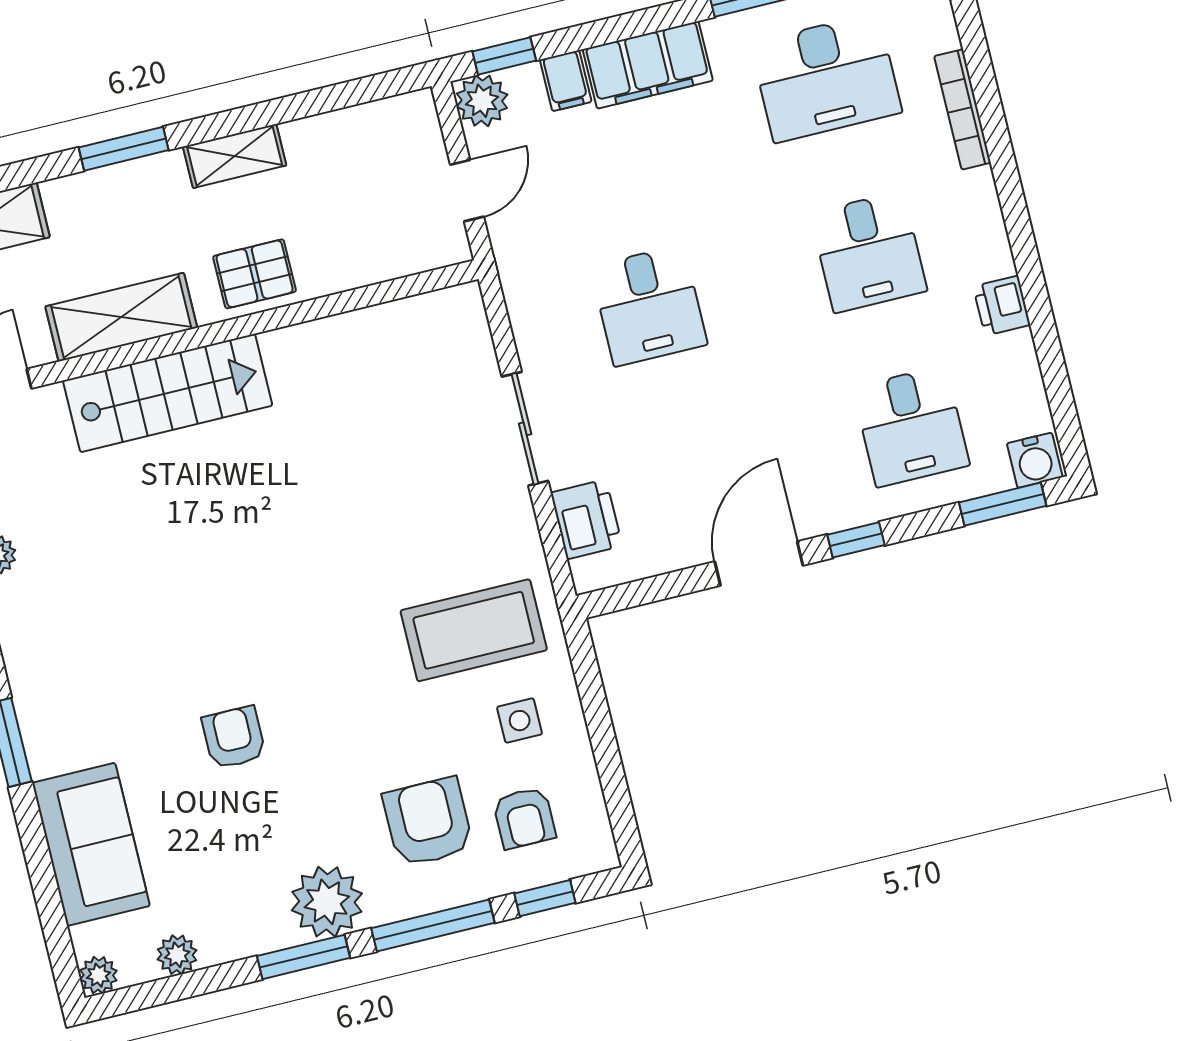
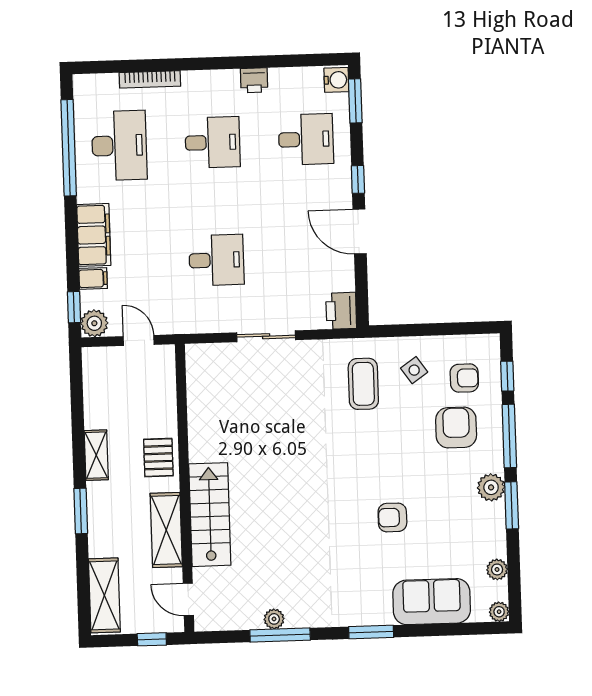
printer: (586, 519) -> (341, 311), moved, turned -90
coffee table: (474, 630) -> (363, 384), width x0.73, depth x0.76
side table: (520, 721) -> (414, 370), turned -35
armchair: (428, 822) -> (456, 428), turned 90
plant: (327, 902) -> (491, 487), width x0.73, depth x0.73

